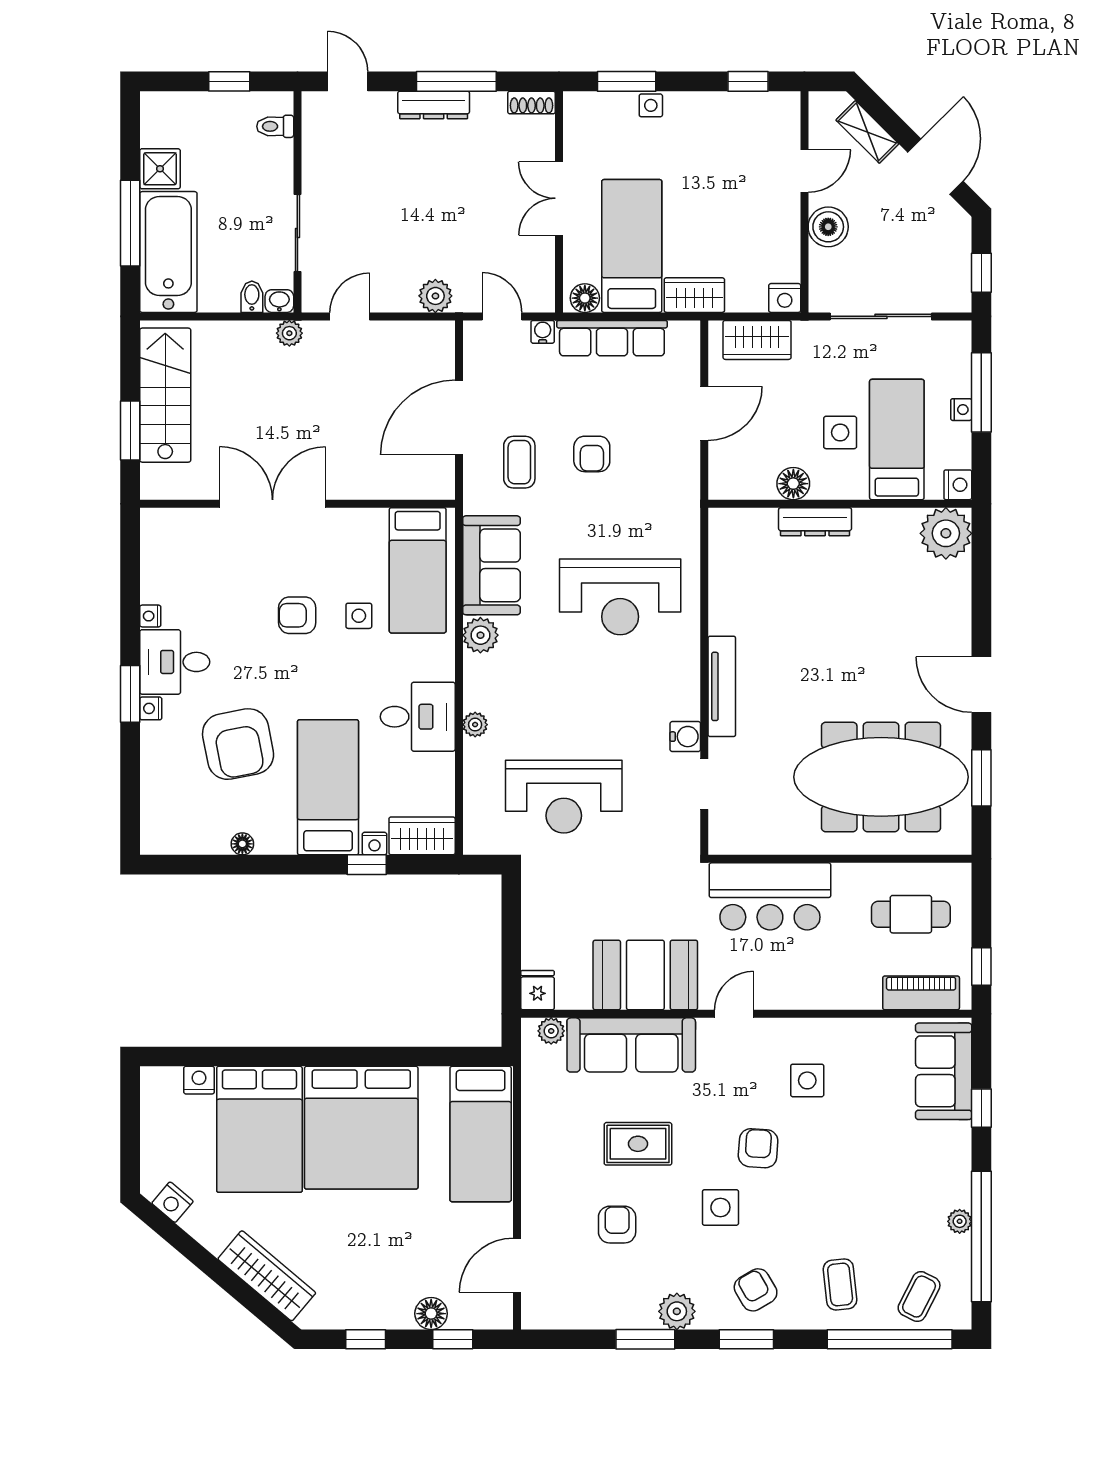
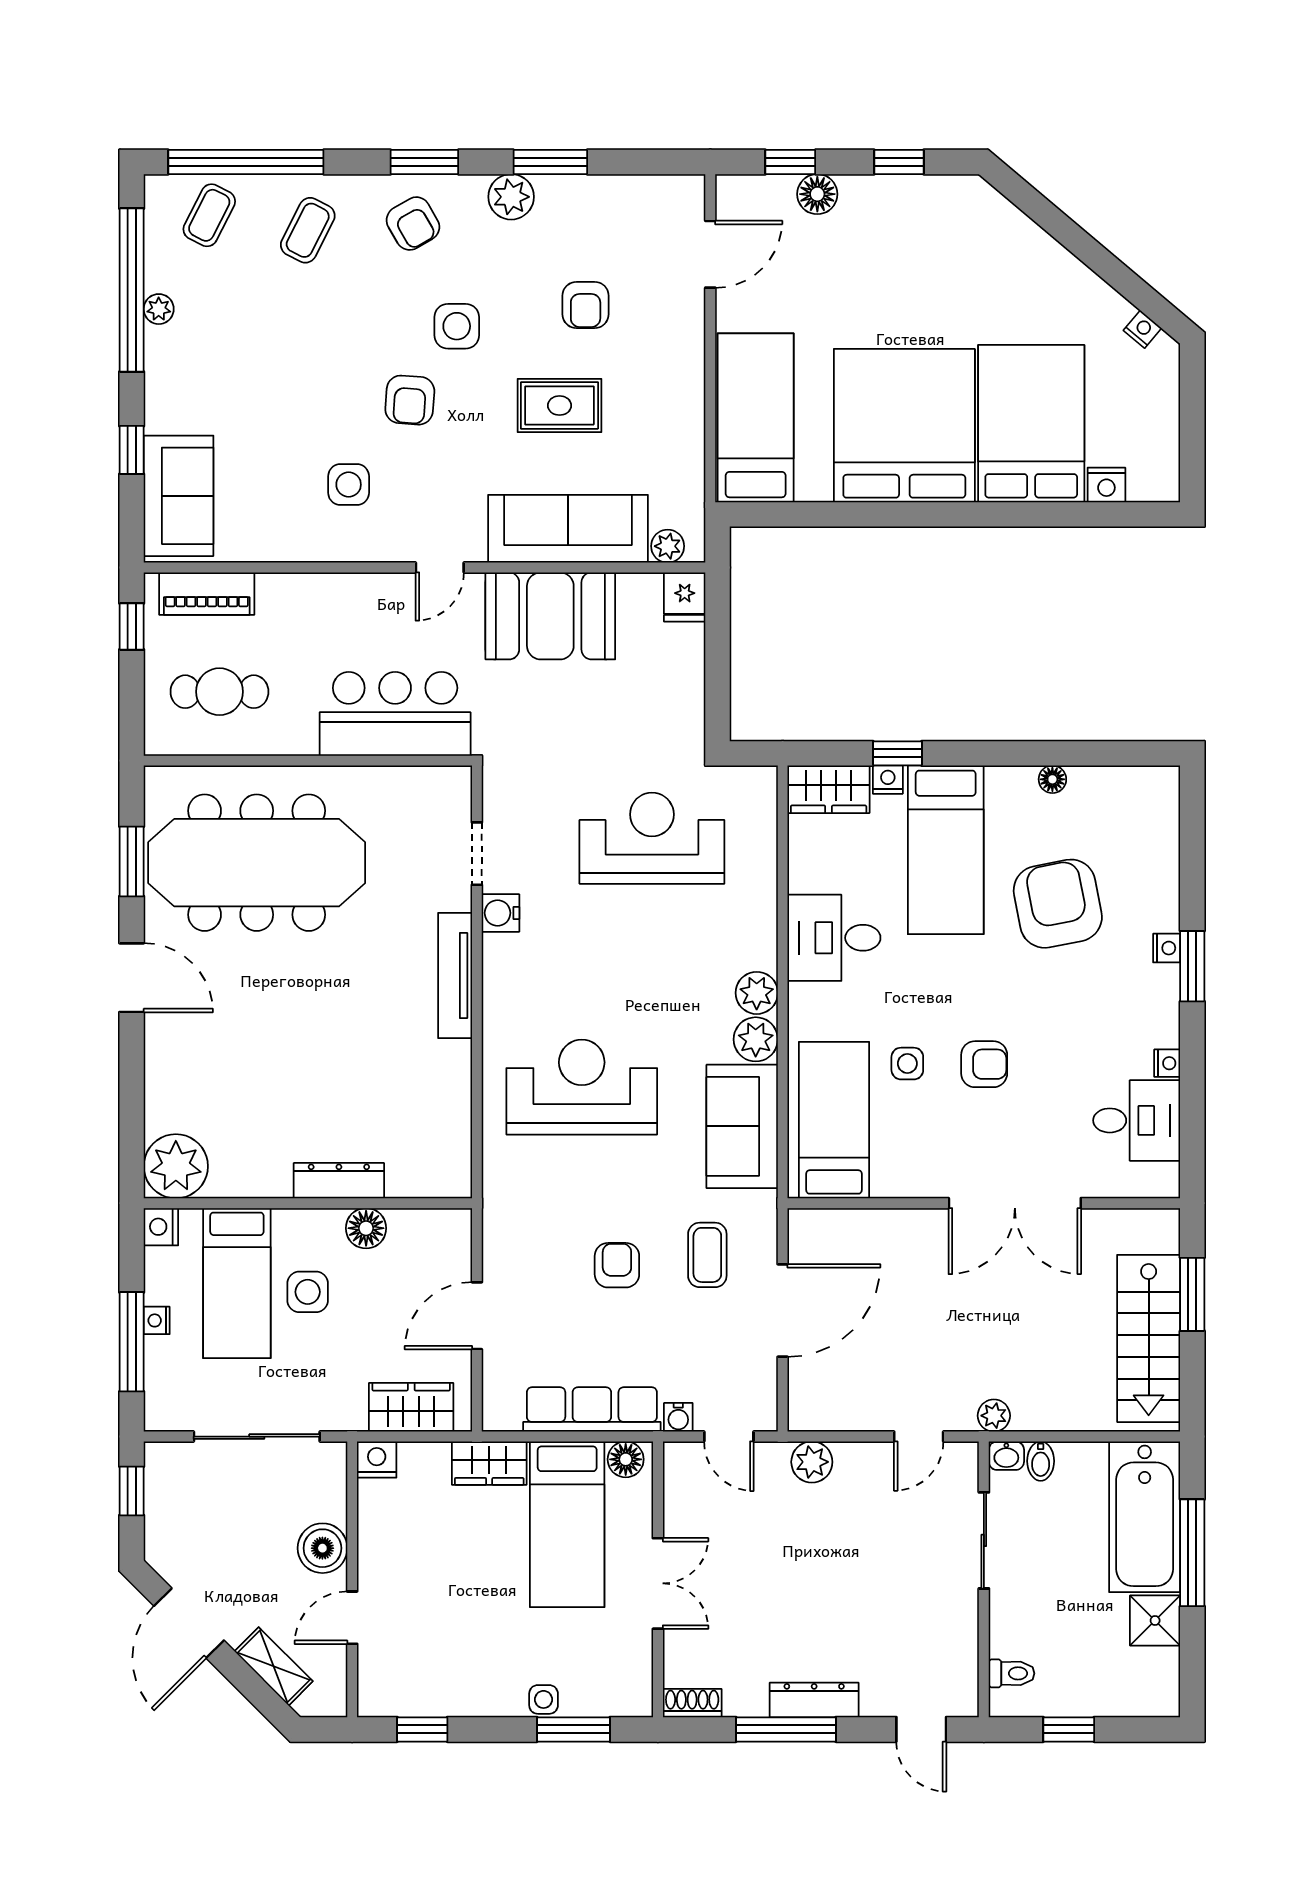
desk: (175, 662) -> (1137, 1120), moved
plant: (475, 725) -> (757, 993), moved, width x1.38, depth x1.38
nightstand: (173, 1202) -> (1142, 329), width x0.72, depth x0.74
wardrobe: (267, 1276) -> (1022, 241), removed
coffee table: (840, 1284) -> (308, 230), turned 33

